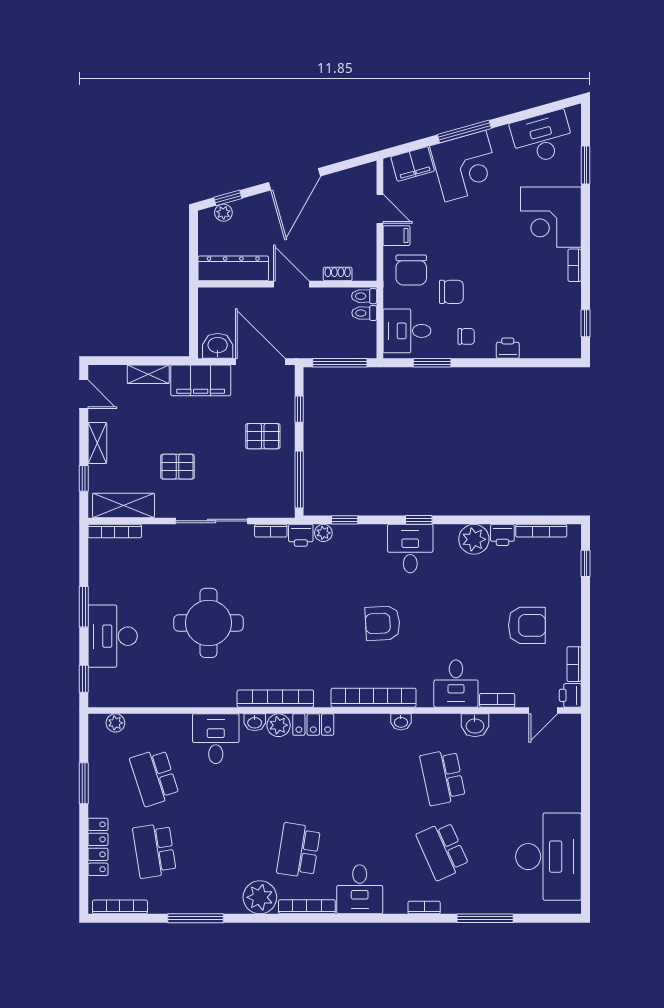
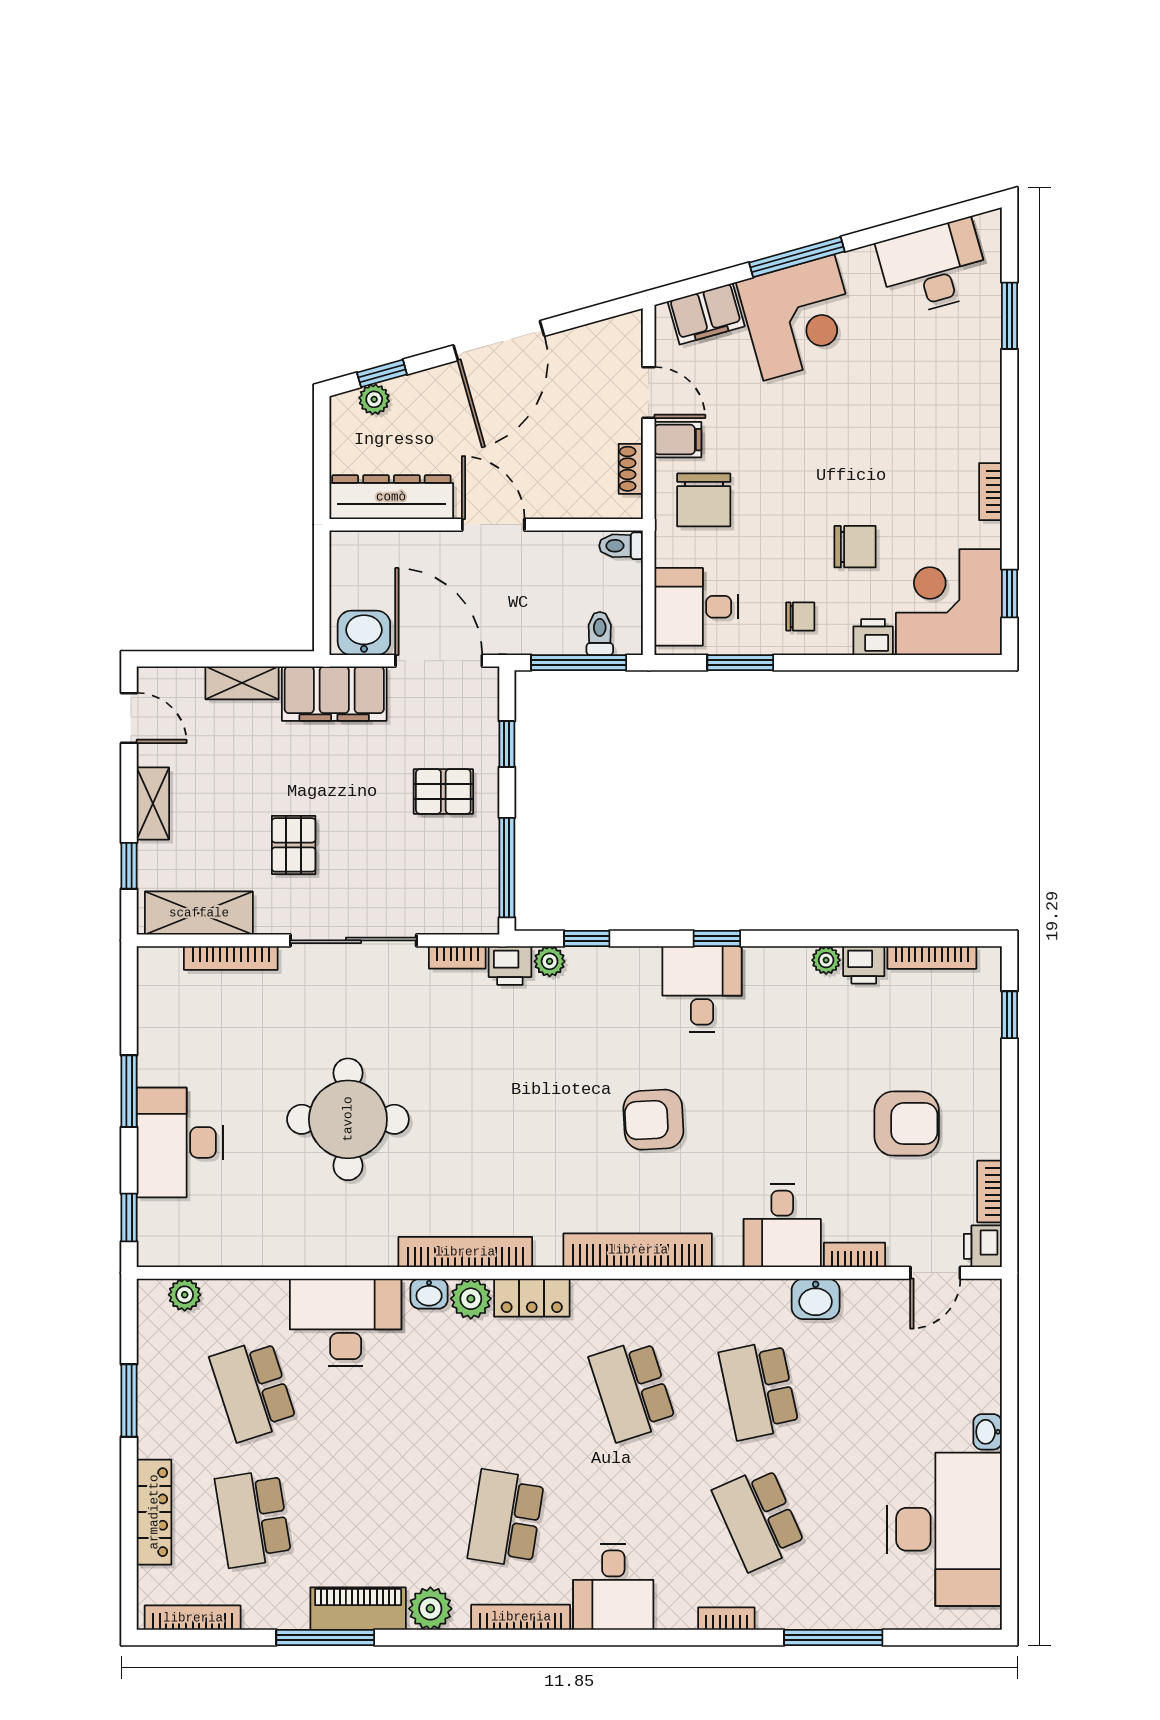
corner desk: (551, 217) -> (949, 602), moved, turned 90
shoe rack: (338, 274) -> (631, 469), moved, turned -90
chair: (451, 292) -> (855, 547), moved
toilet: (364, 313) -> (600, 633), moved, turned 90
pallet: (178, 467) -> (294, 845), turned 90
bookcase: (115, 531) -> (231, 958), moved
plant: (474, 539) -> (826, 960), width x0.53, depth x0.53
washbasin: (401, 722) -> (988, 1432), moved, turned 90
desk: (216, 739) -> (346, 1322), width x1.37
school desk: (371, 777) -> (632, 1390), added
plant: (260, 897) -> (430, 1609), width x0.73, depth x0.73
piano: (214, 902) -> (358, 1609), added

